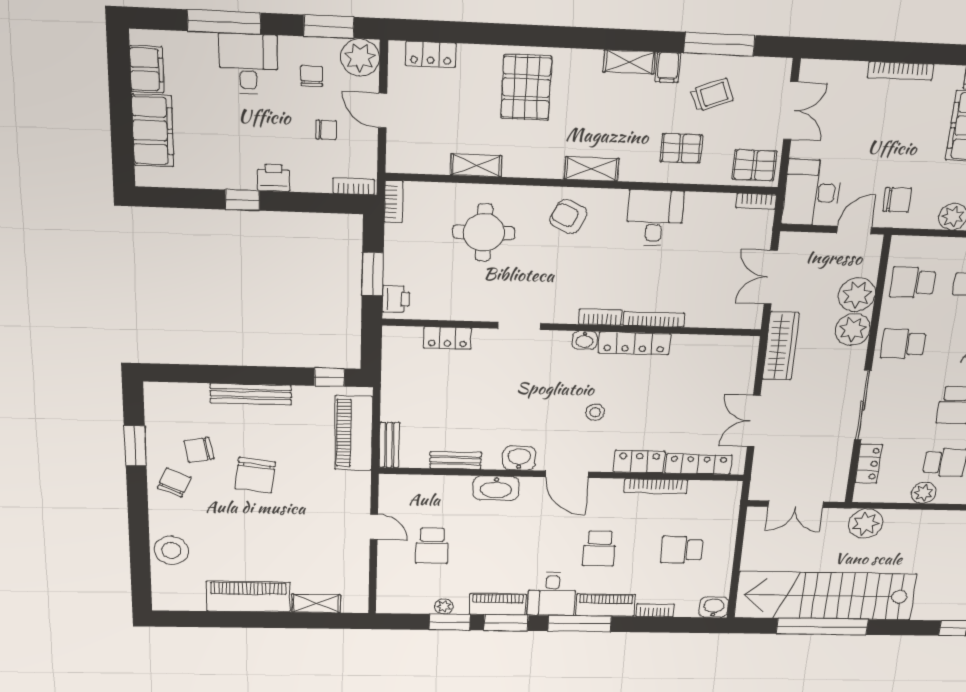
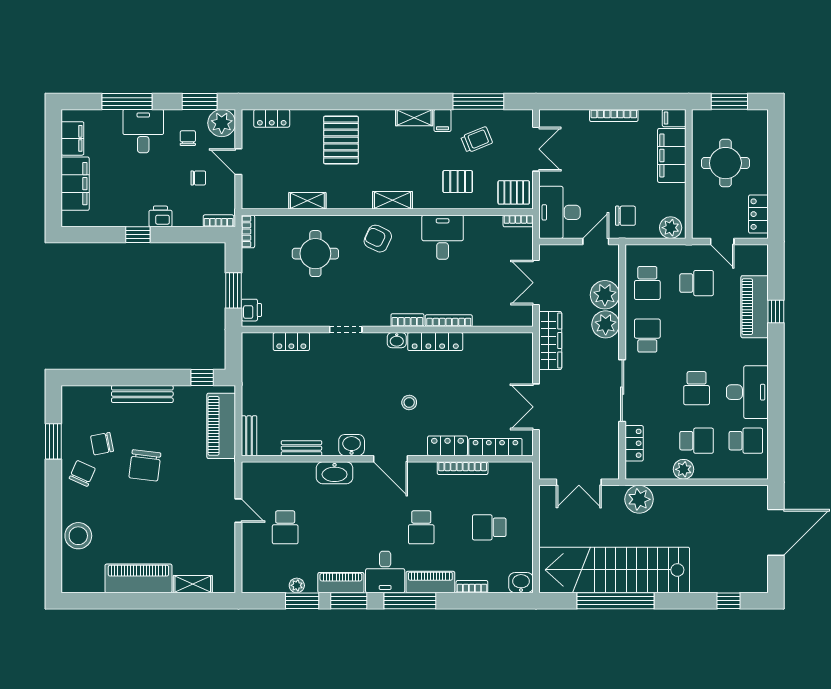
school desk: (913, 282) -> (647, 283), turned -90
school desk: (903, 344) -> (647, 336), turned 90

